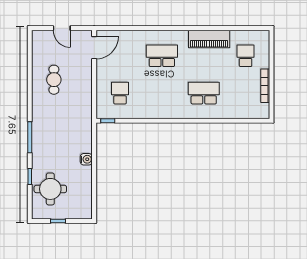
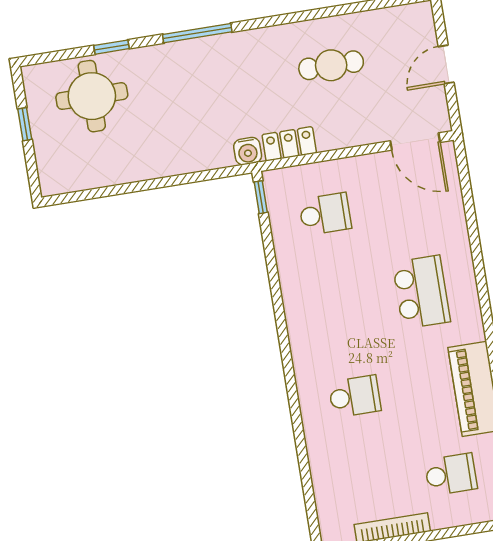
school desk: (204, 93) -> (355, 396), width x0.54
locker: (86, 104) -> (289, 144), added
water cooler: (86, 159) -> (248, 151), moved

